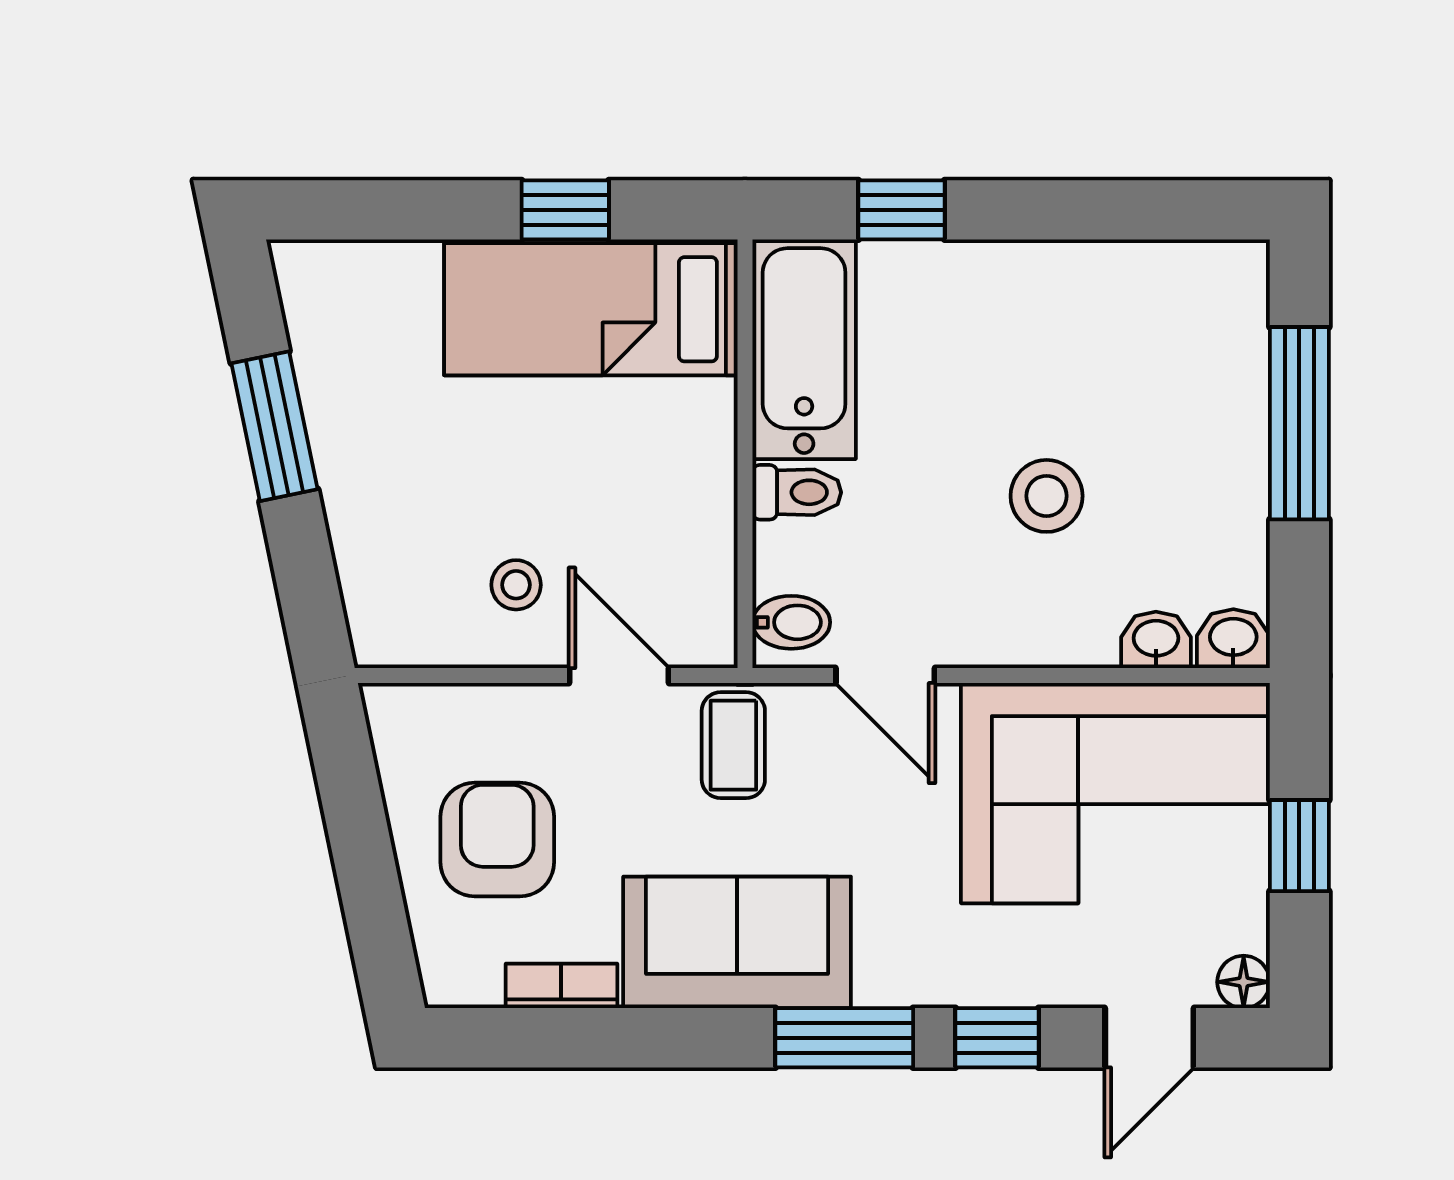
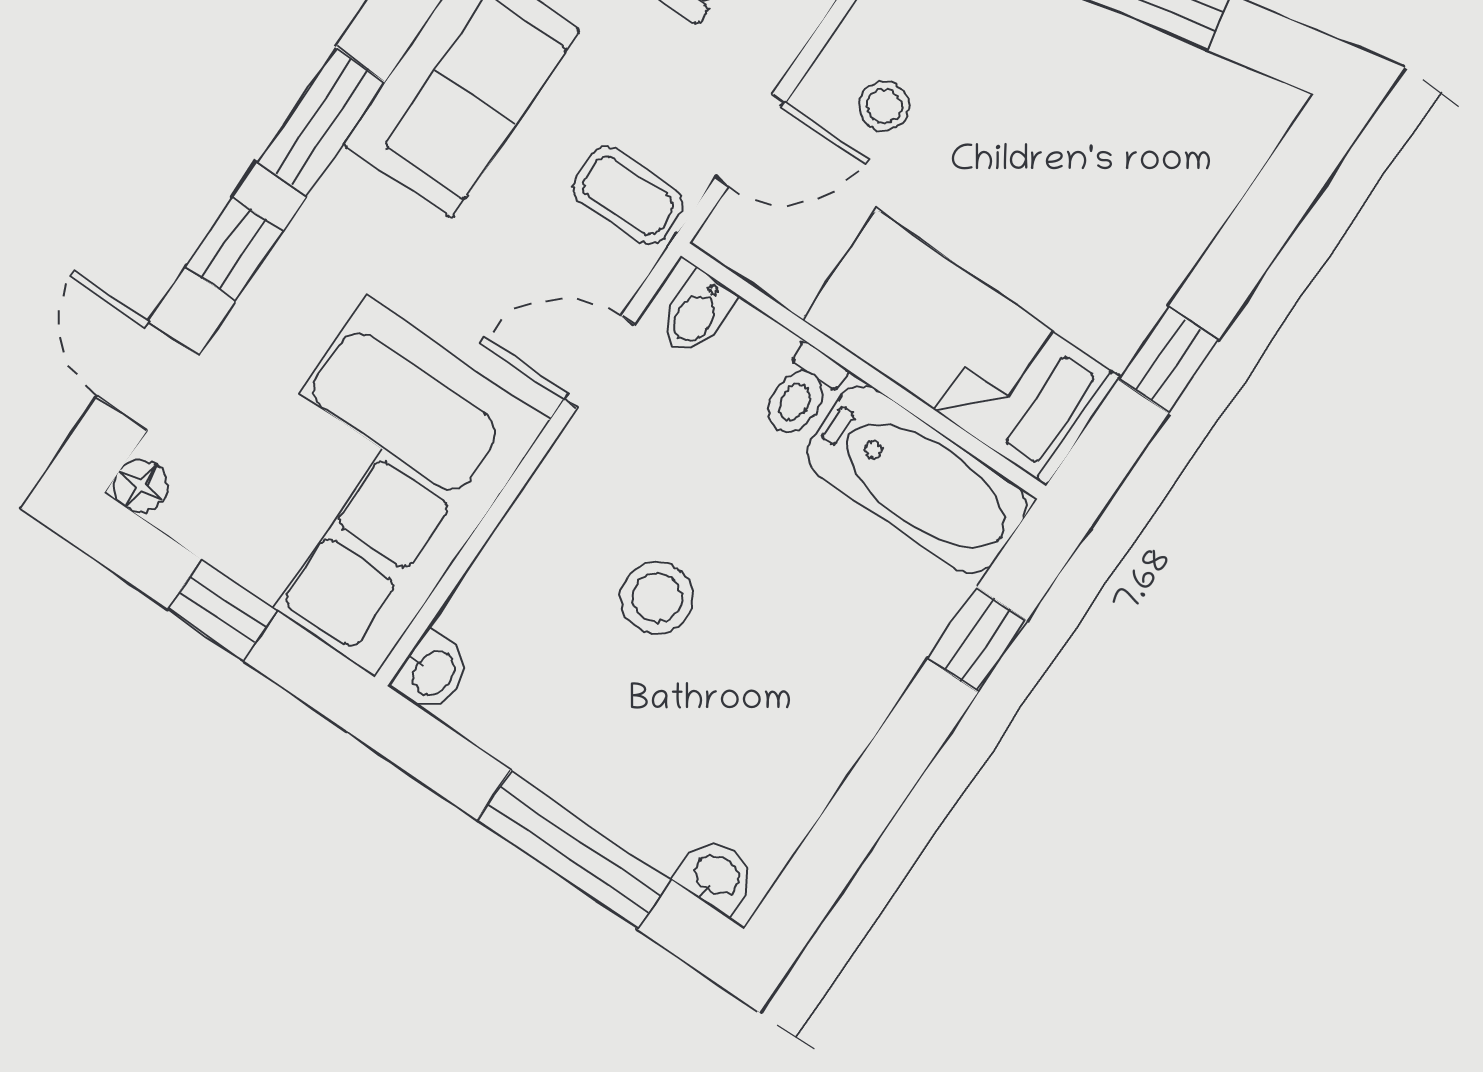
bed: (591, 309) -> (961, 348), moved, turned -90
washbasin: (1156, 640) -> (716, 876), moved, turned -90

